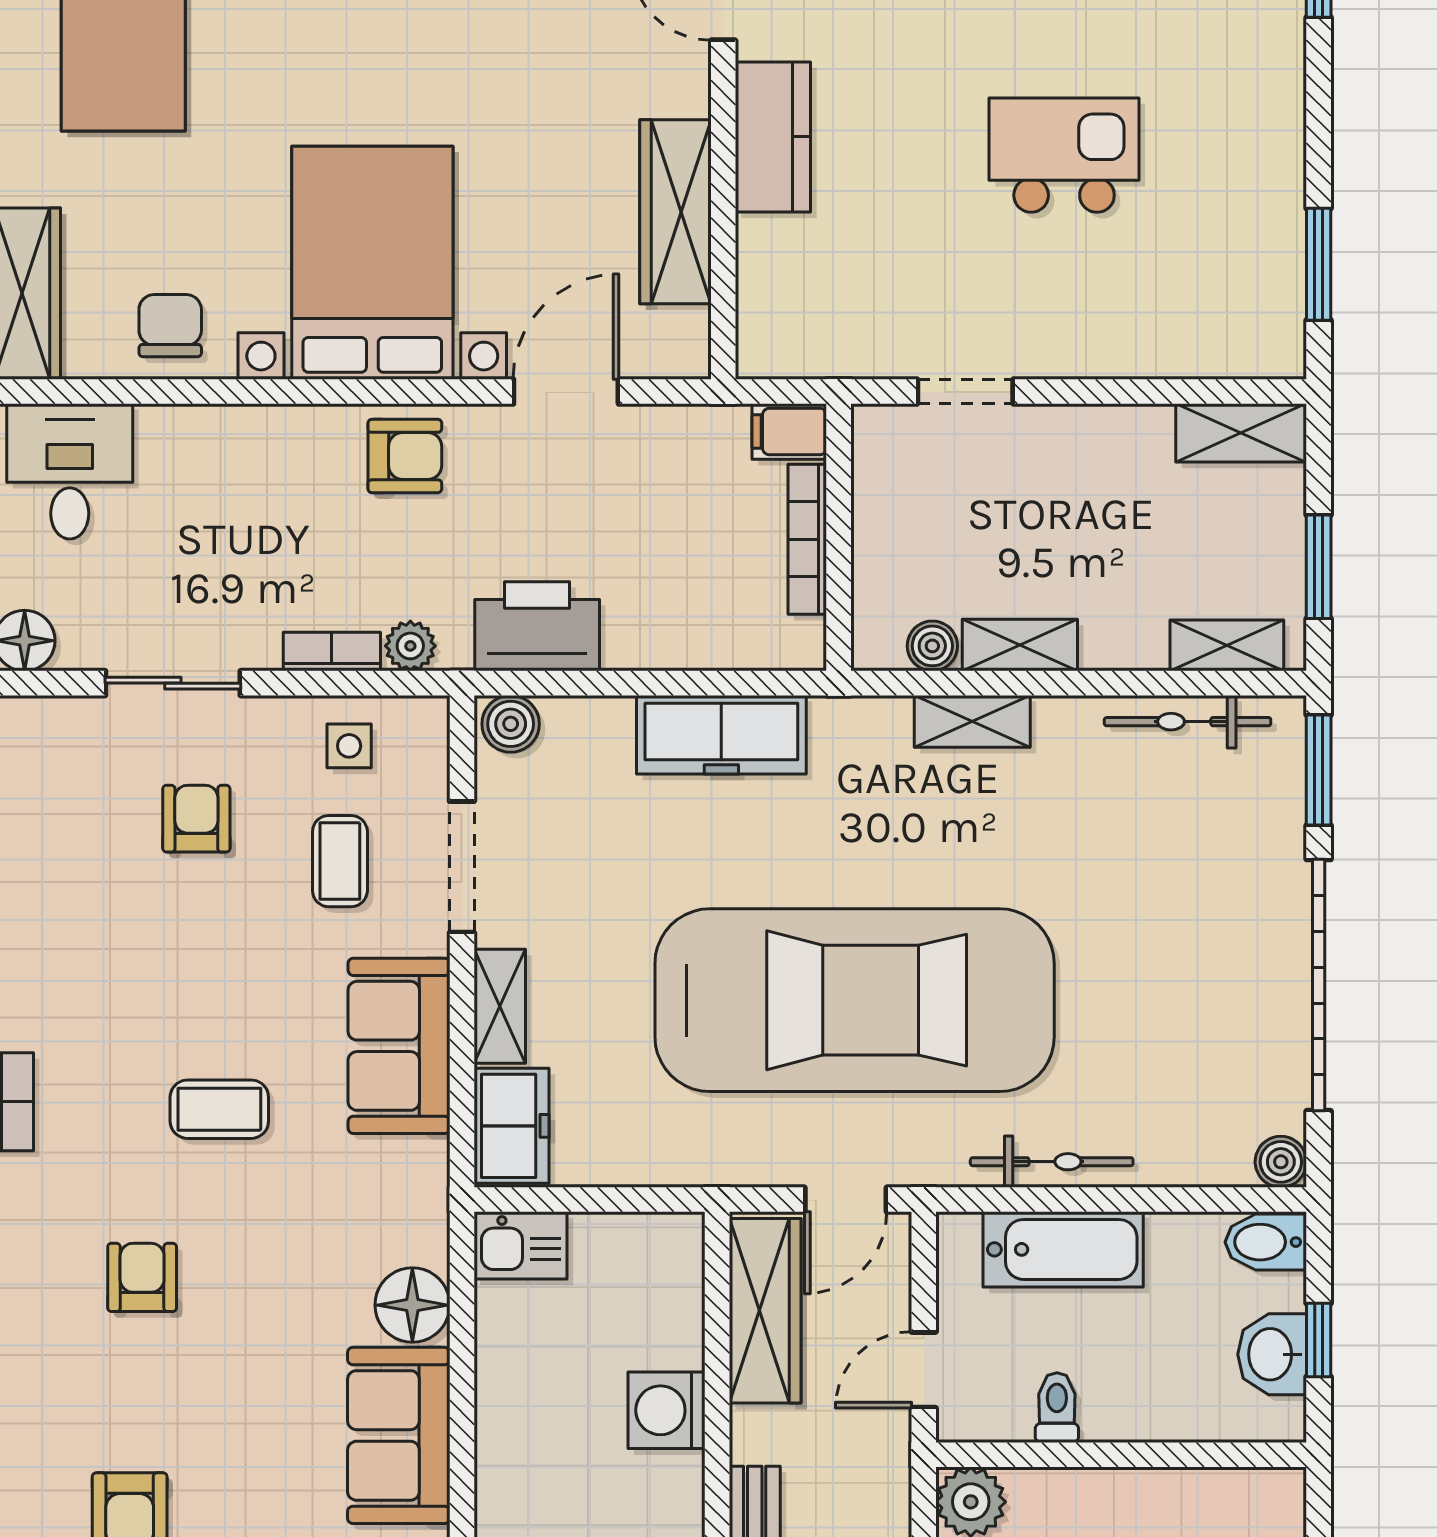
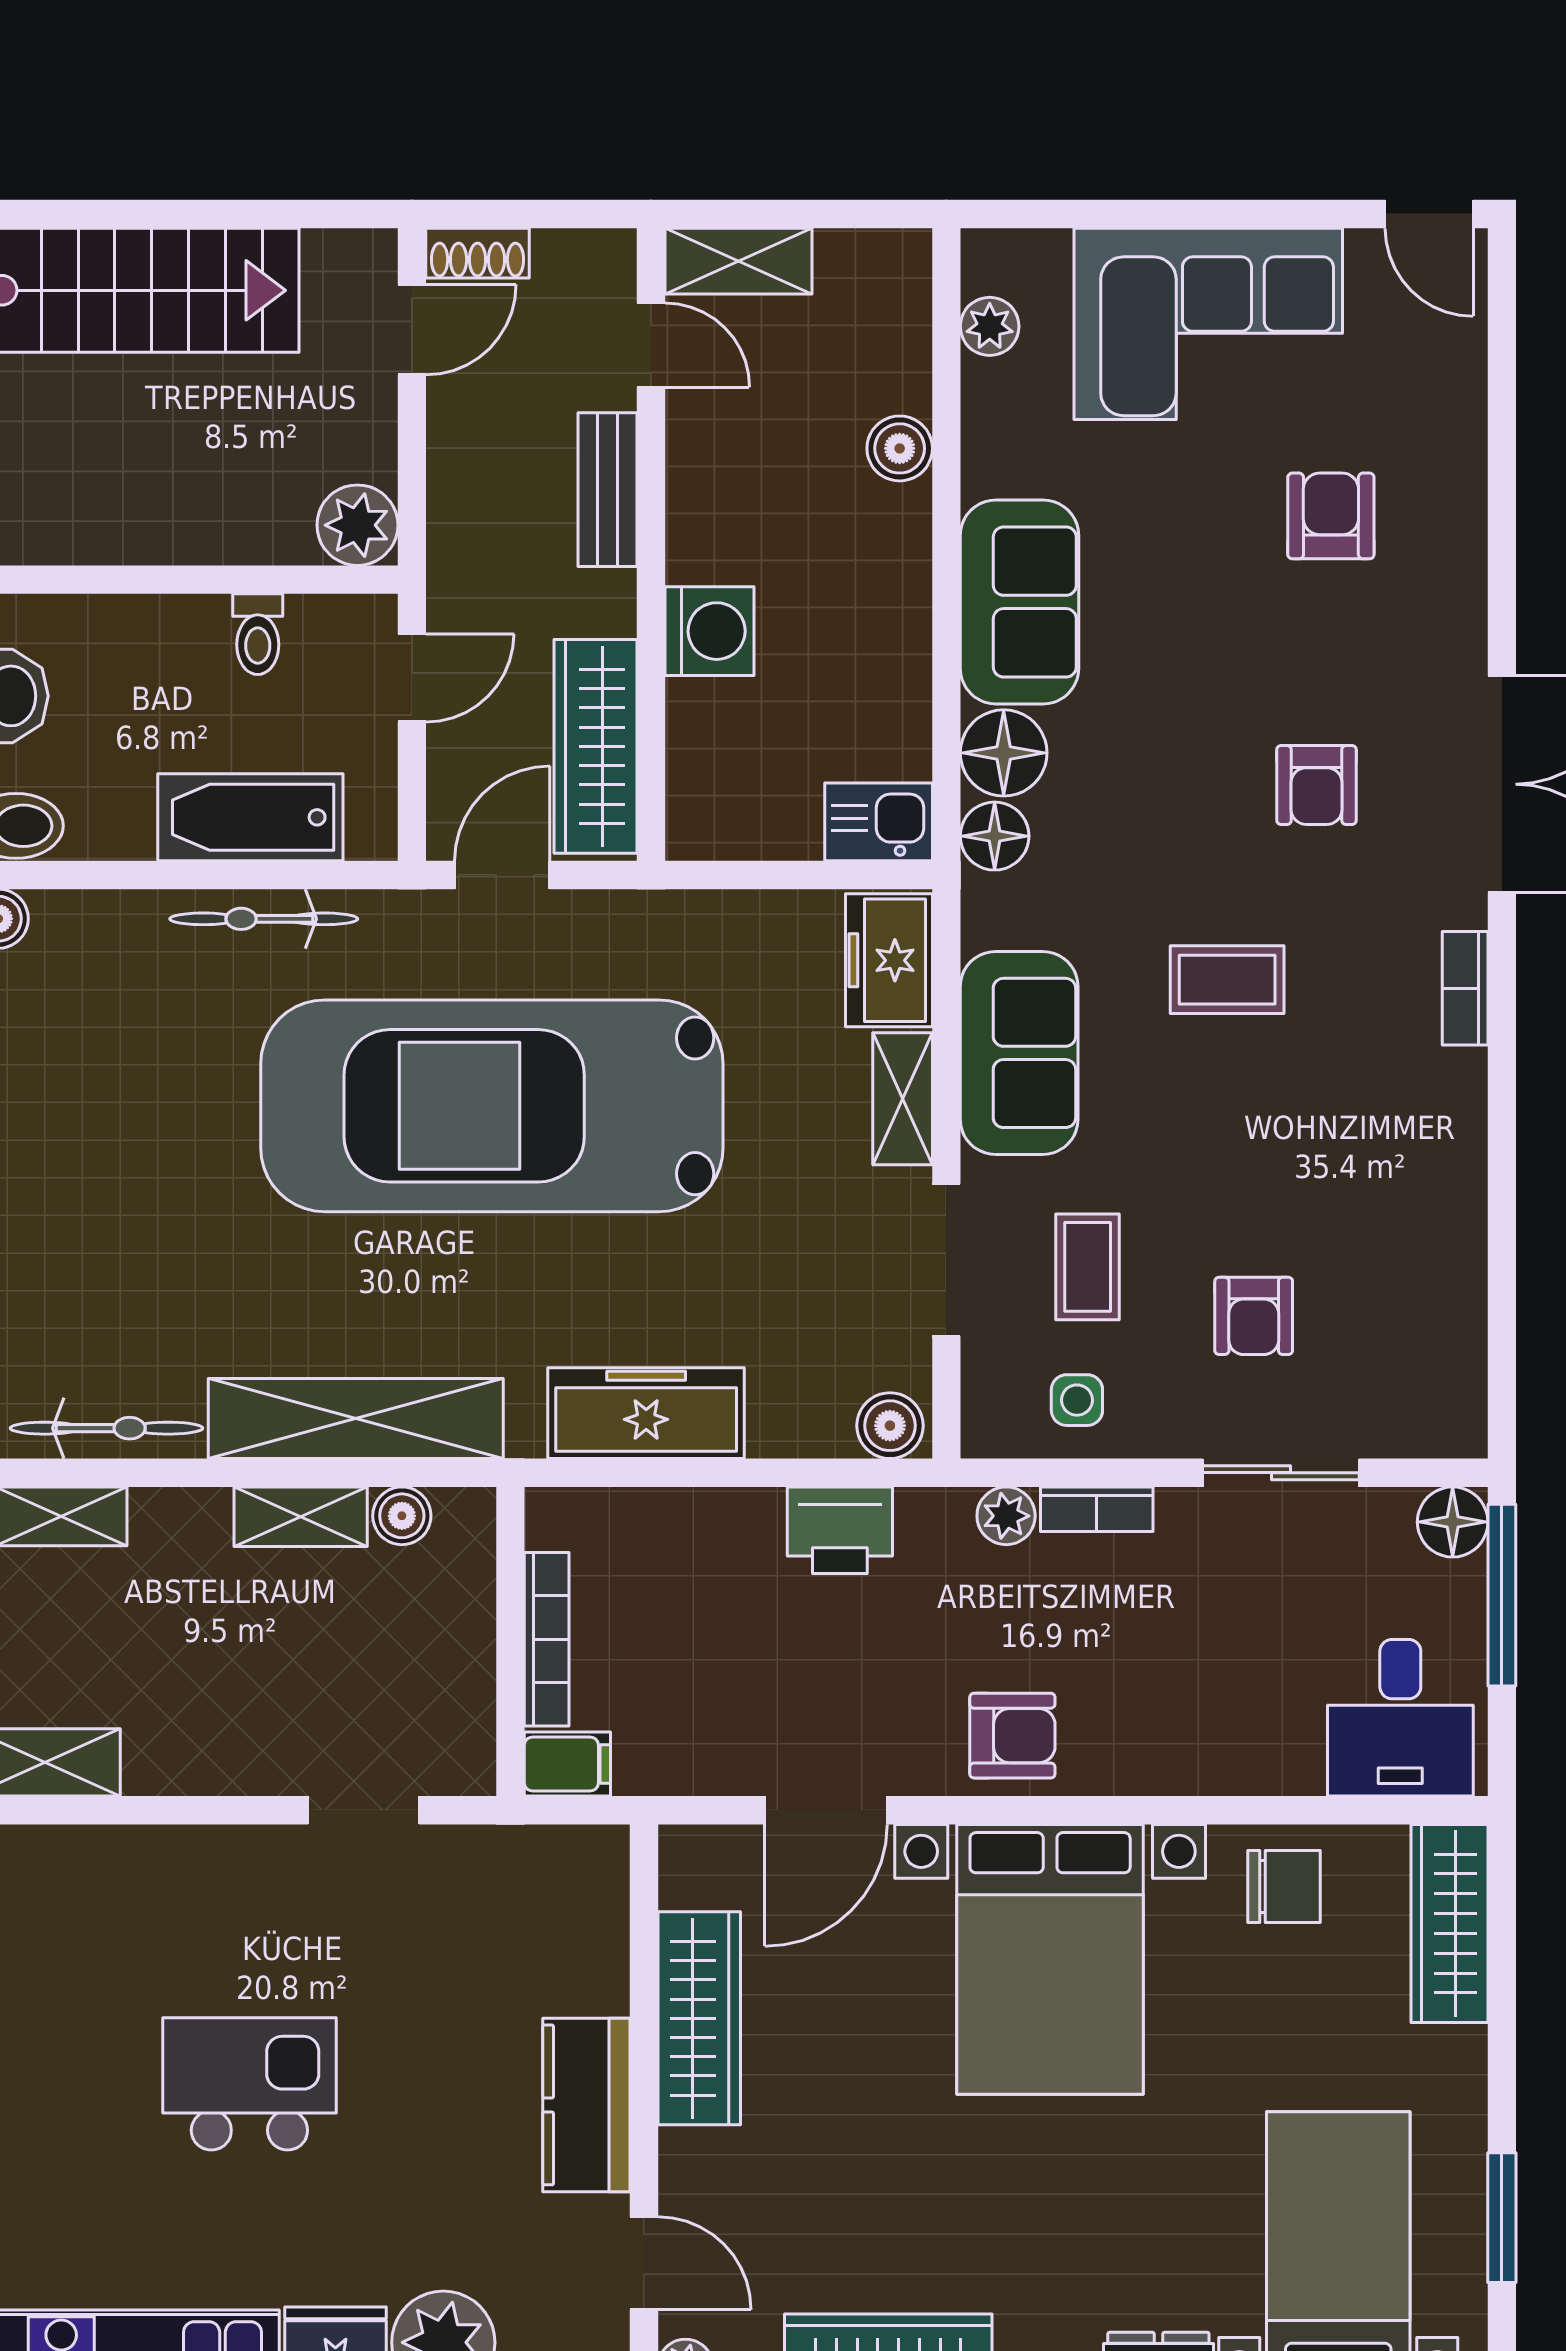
kitchen island: (1064, 155) -> (249, 2084), turned 180
chair: (170, 326) -> (1284, 1887), turned -90
armchair: (405, 456) -> (1012, 1736), turned 180
printer: (537, 626) -> (840, 1530), width x0.73, depth x0.84
shelving: (972, 721) -> (356, 1418), width x2.20, depth x1.33
floor lamp: (420, 1233) -> (995, 836), added

